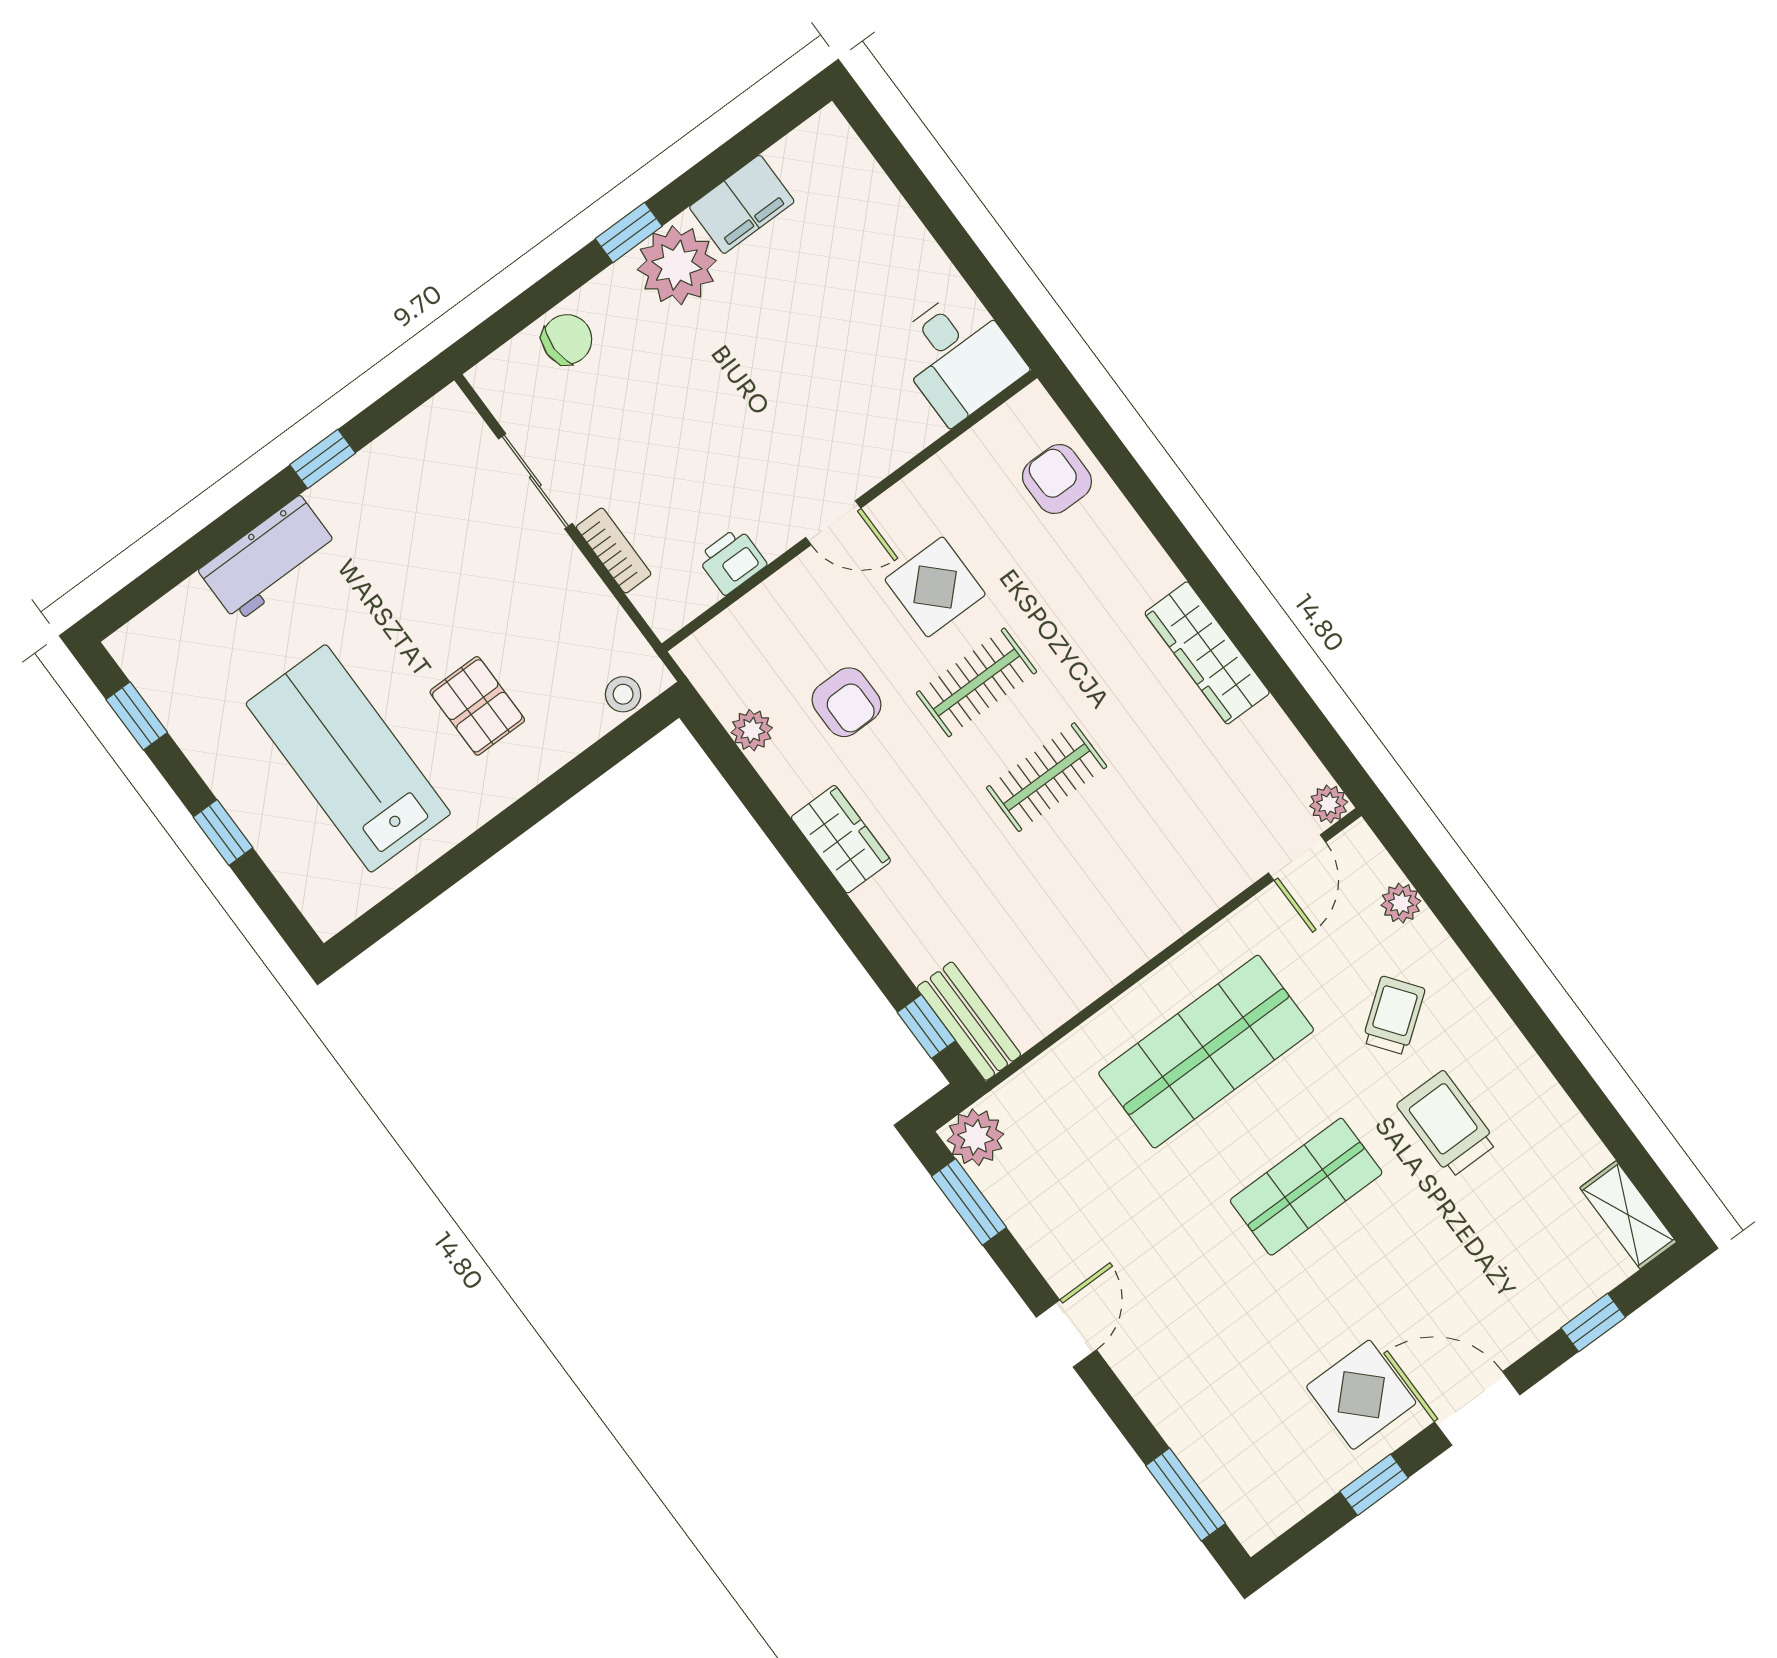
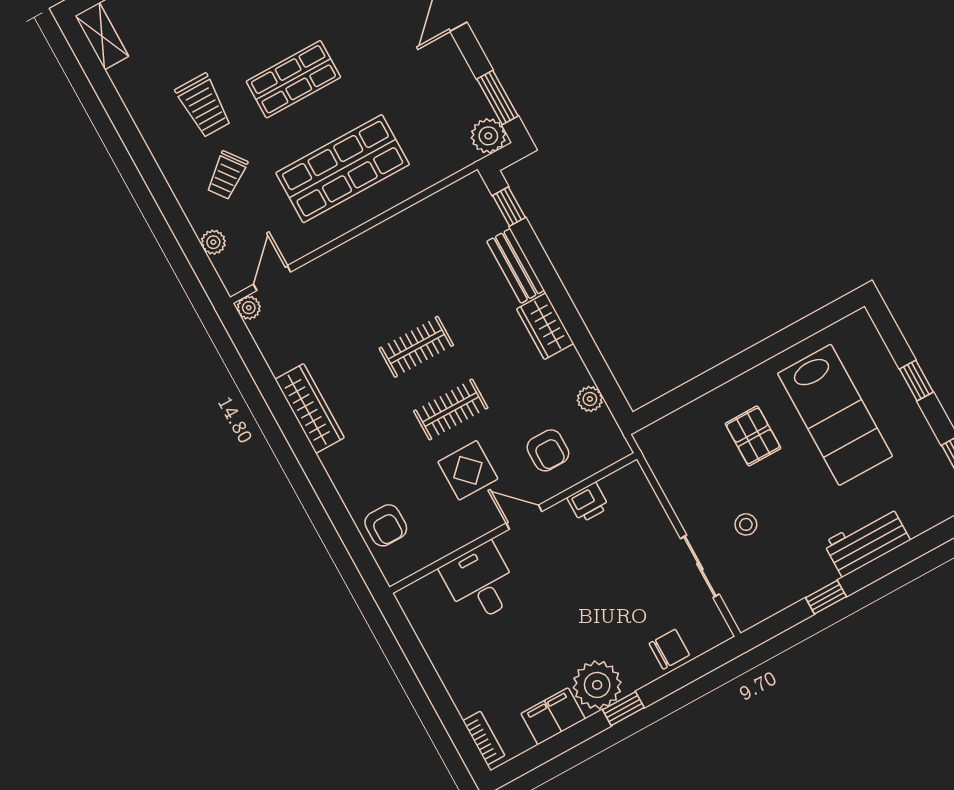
chair: (567, 339) -> (669, 649), turned 180
desk: (958, 356) -> (480, 583), moved
bookcase: (614, 551) -> (484, 738), moved, turned 180
stool: (623, 694) -> (746, 524), moved
armchair: (846, 702) -> (548, 450), moved, turned 180
bench: (969, 1021) -> (516, 266), moved

